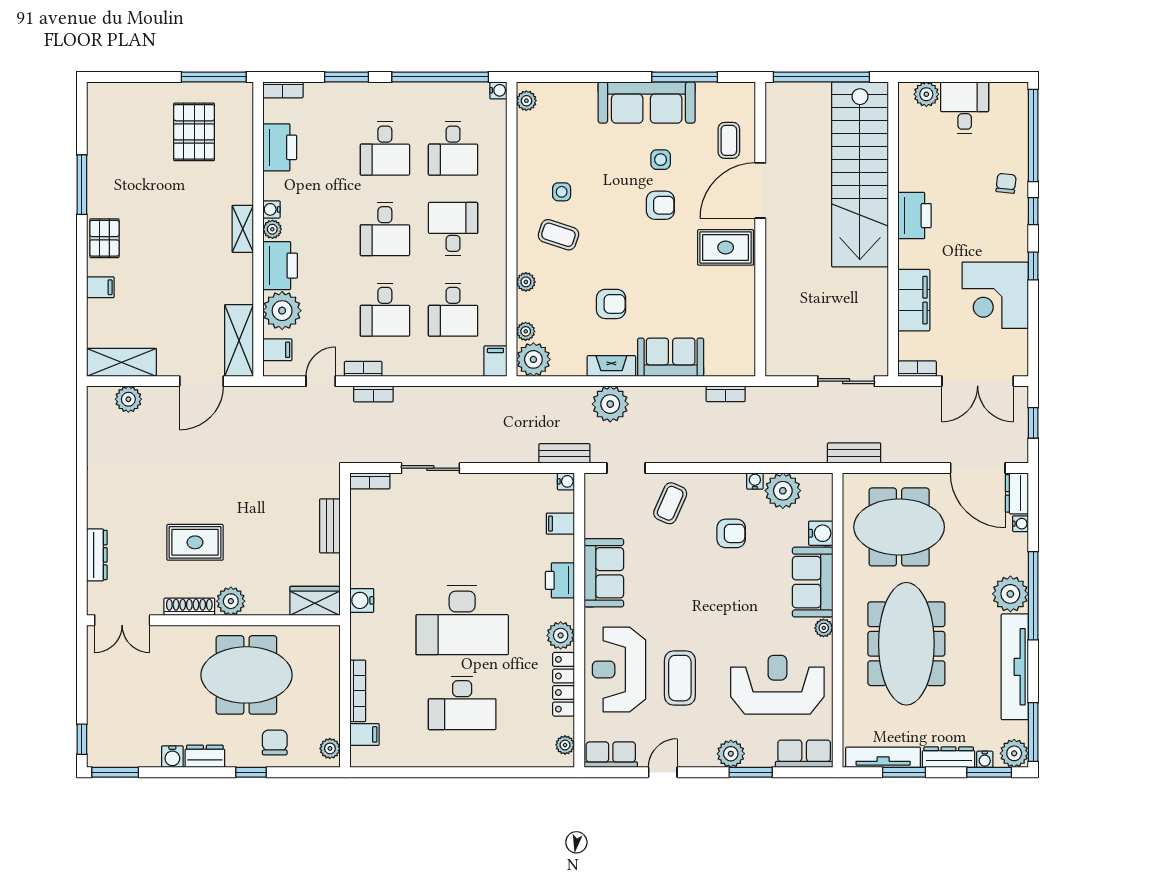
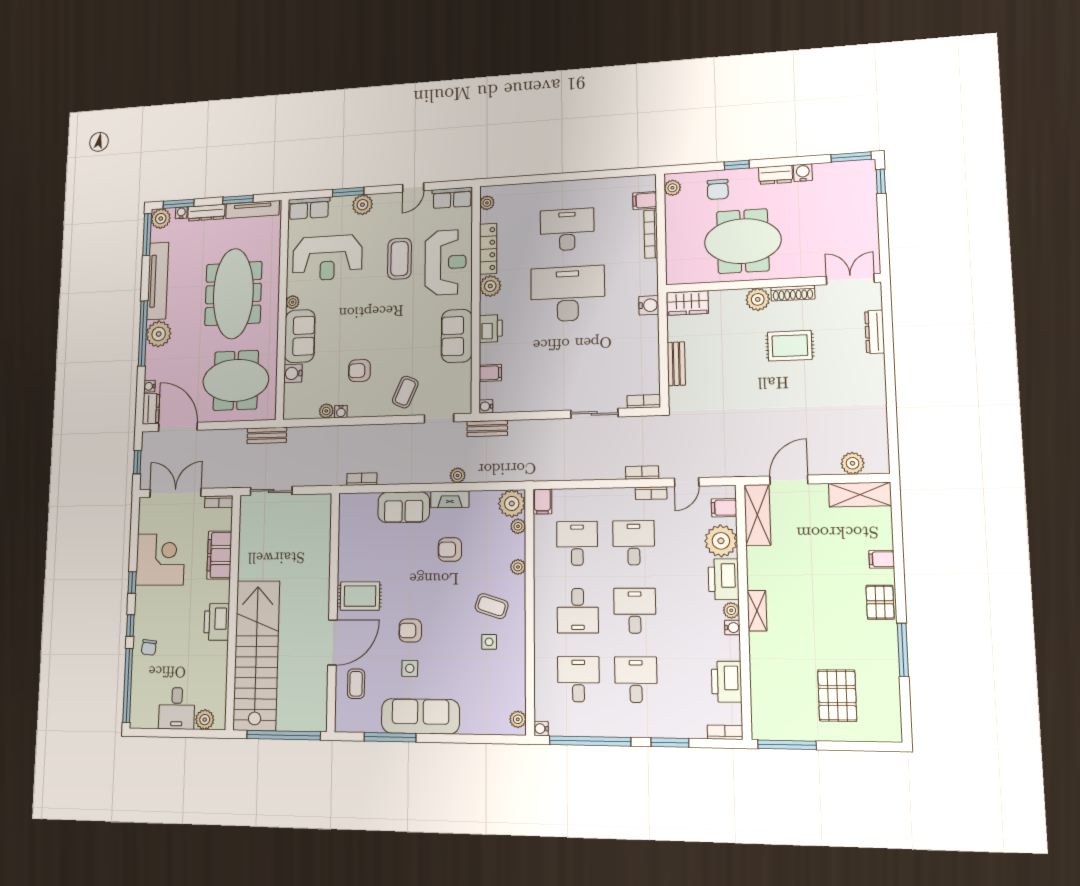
pallet: (194, 132) -> (837, 695), moved
plant: (610, 404) -> (458, 475), width x0.53, depth x0.53
plant: (783, 491) -> (326, 411), width x0.53, depth x0.53

